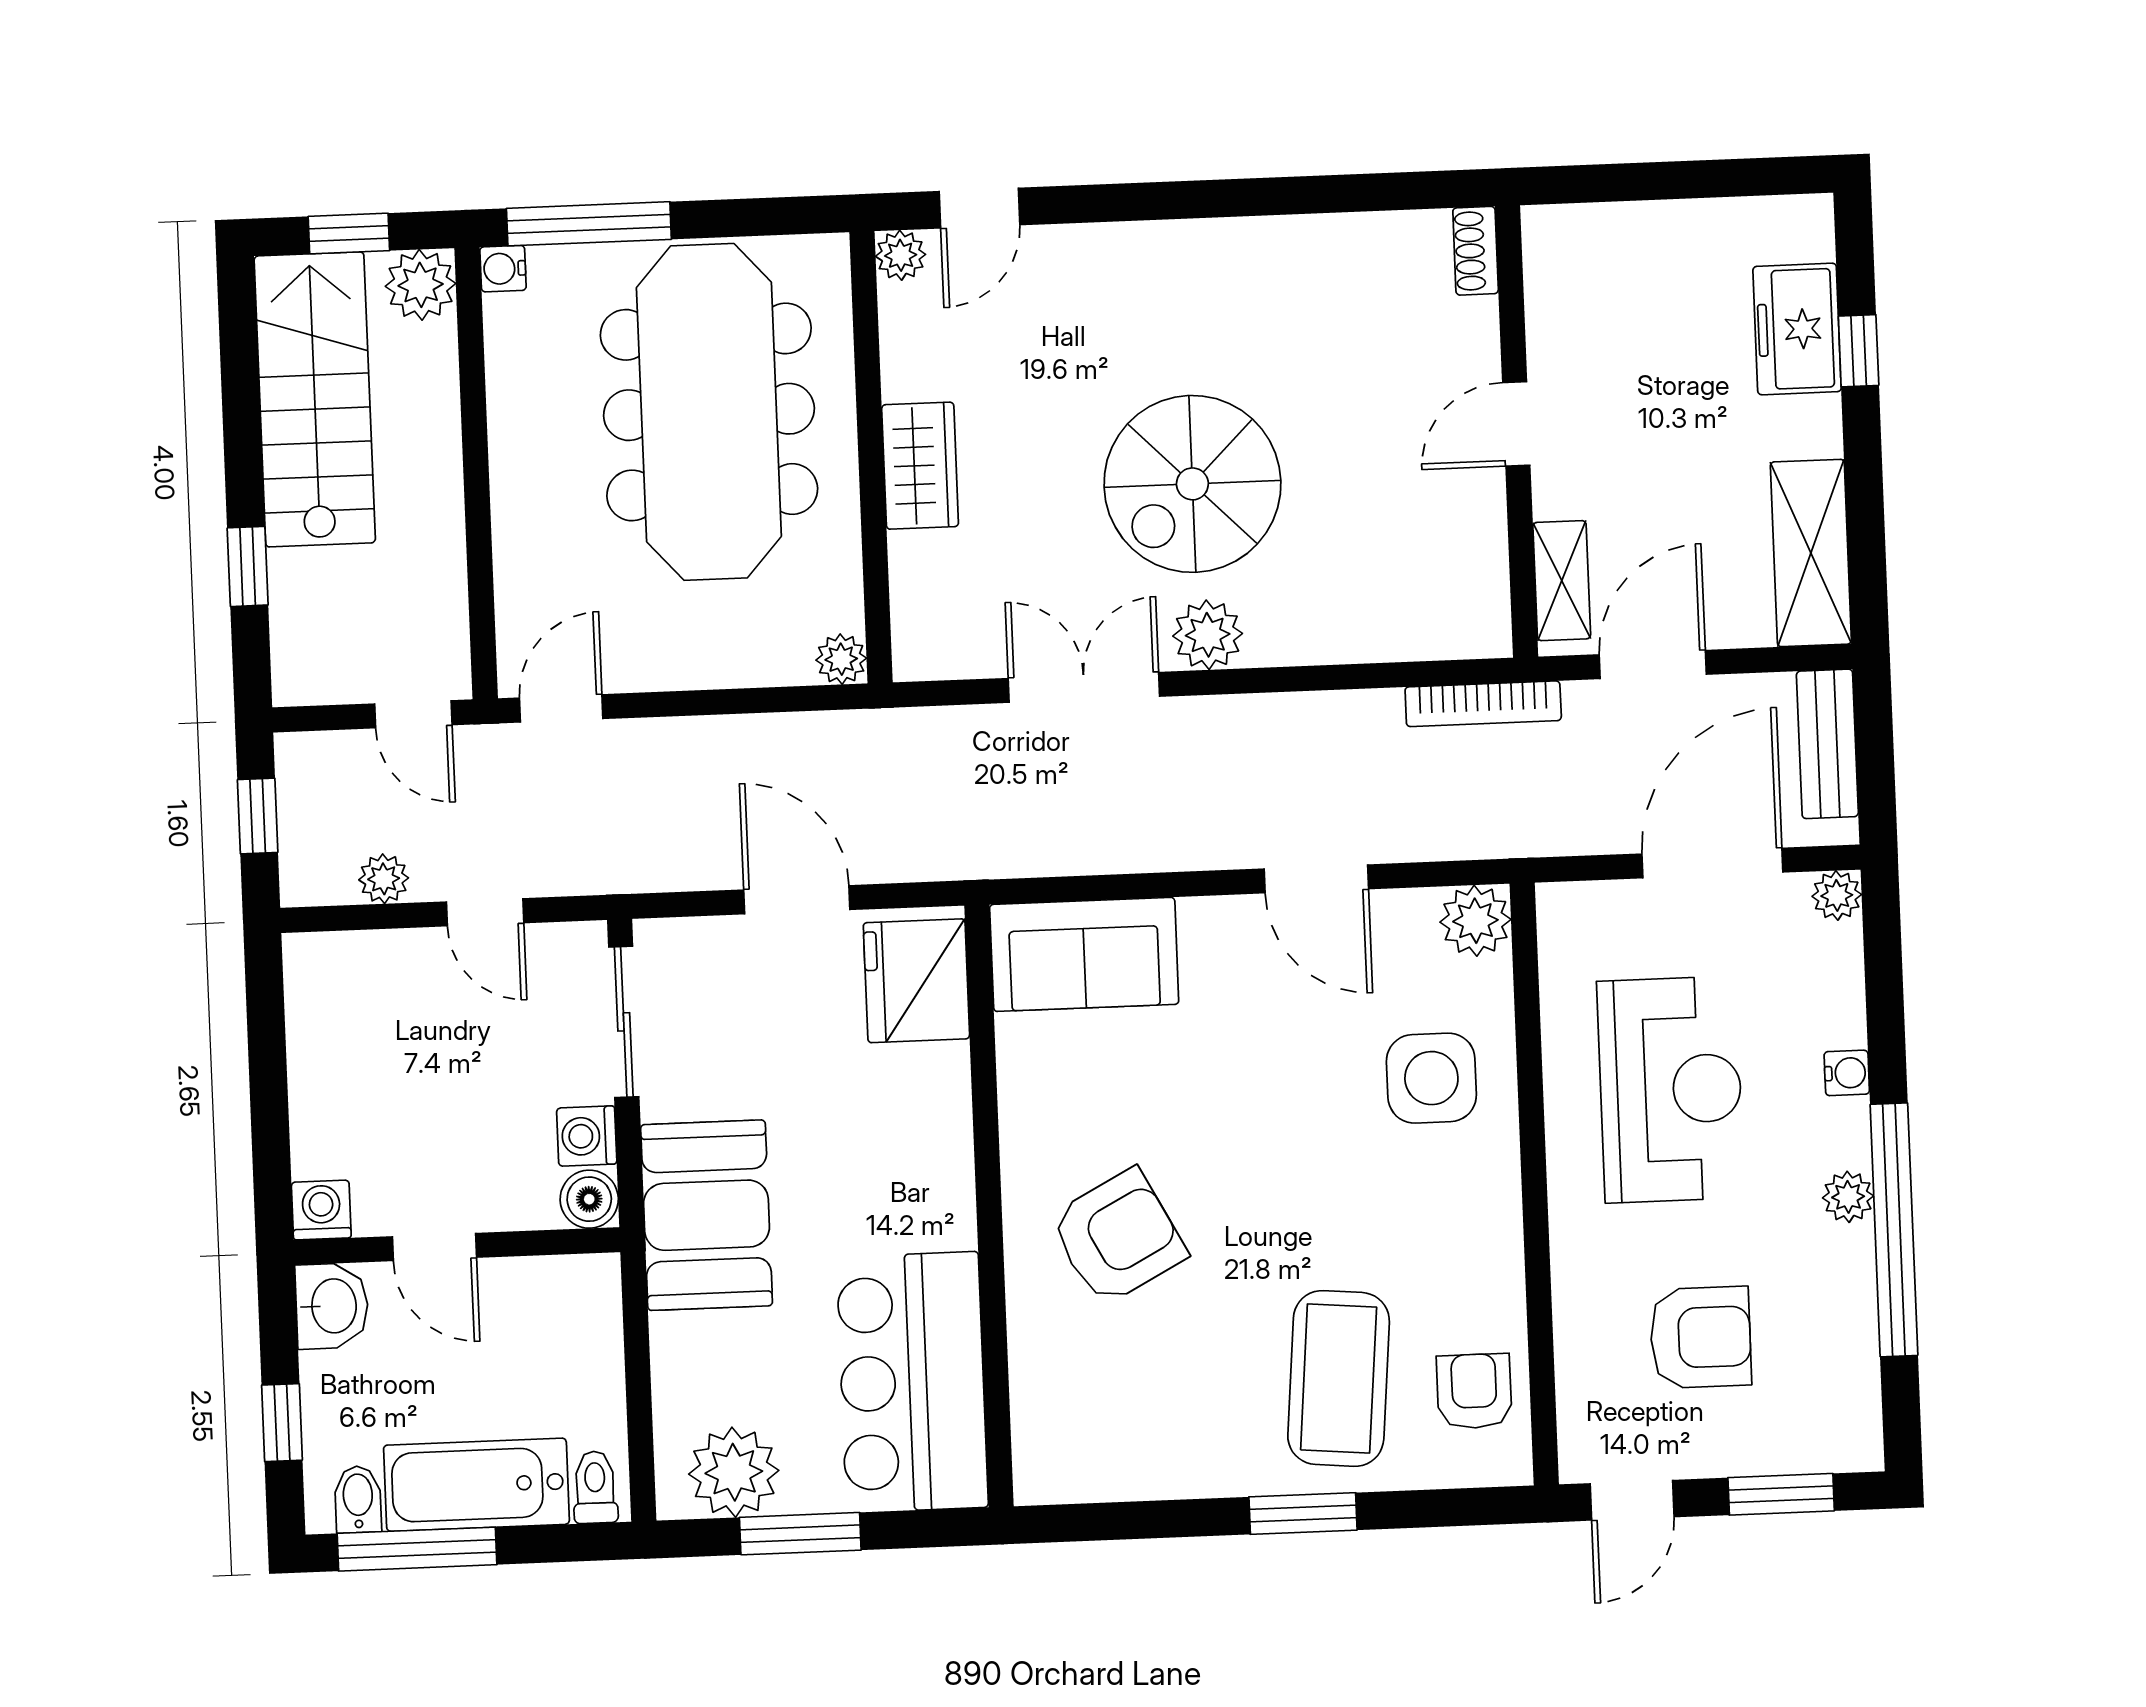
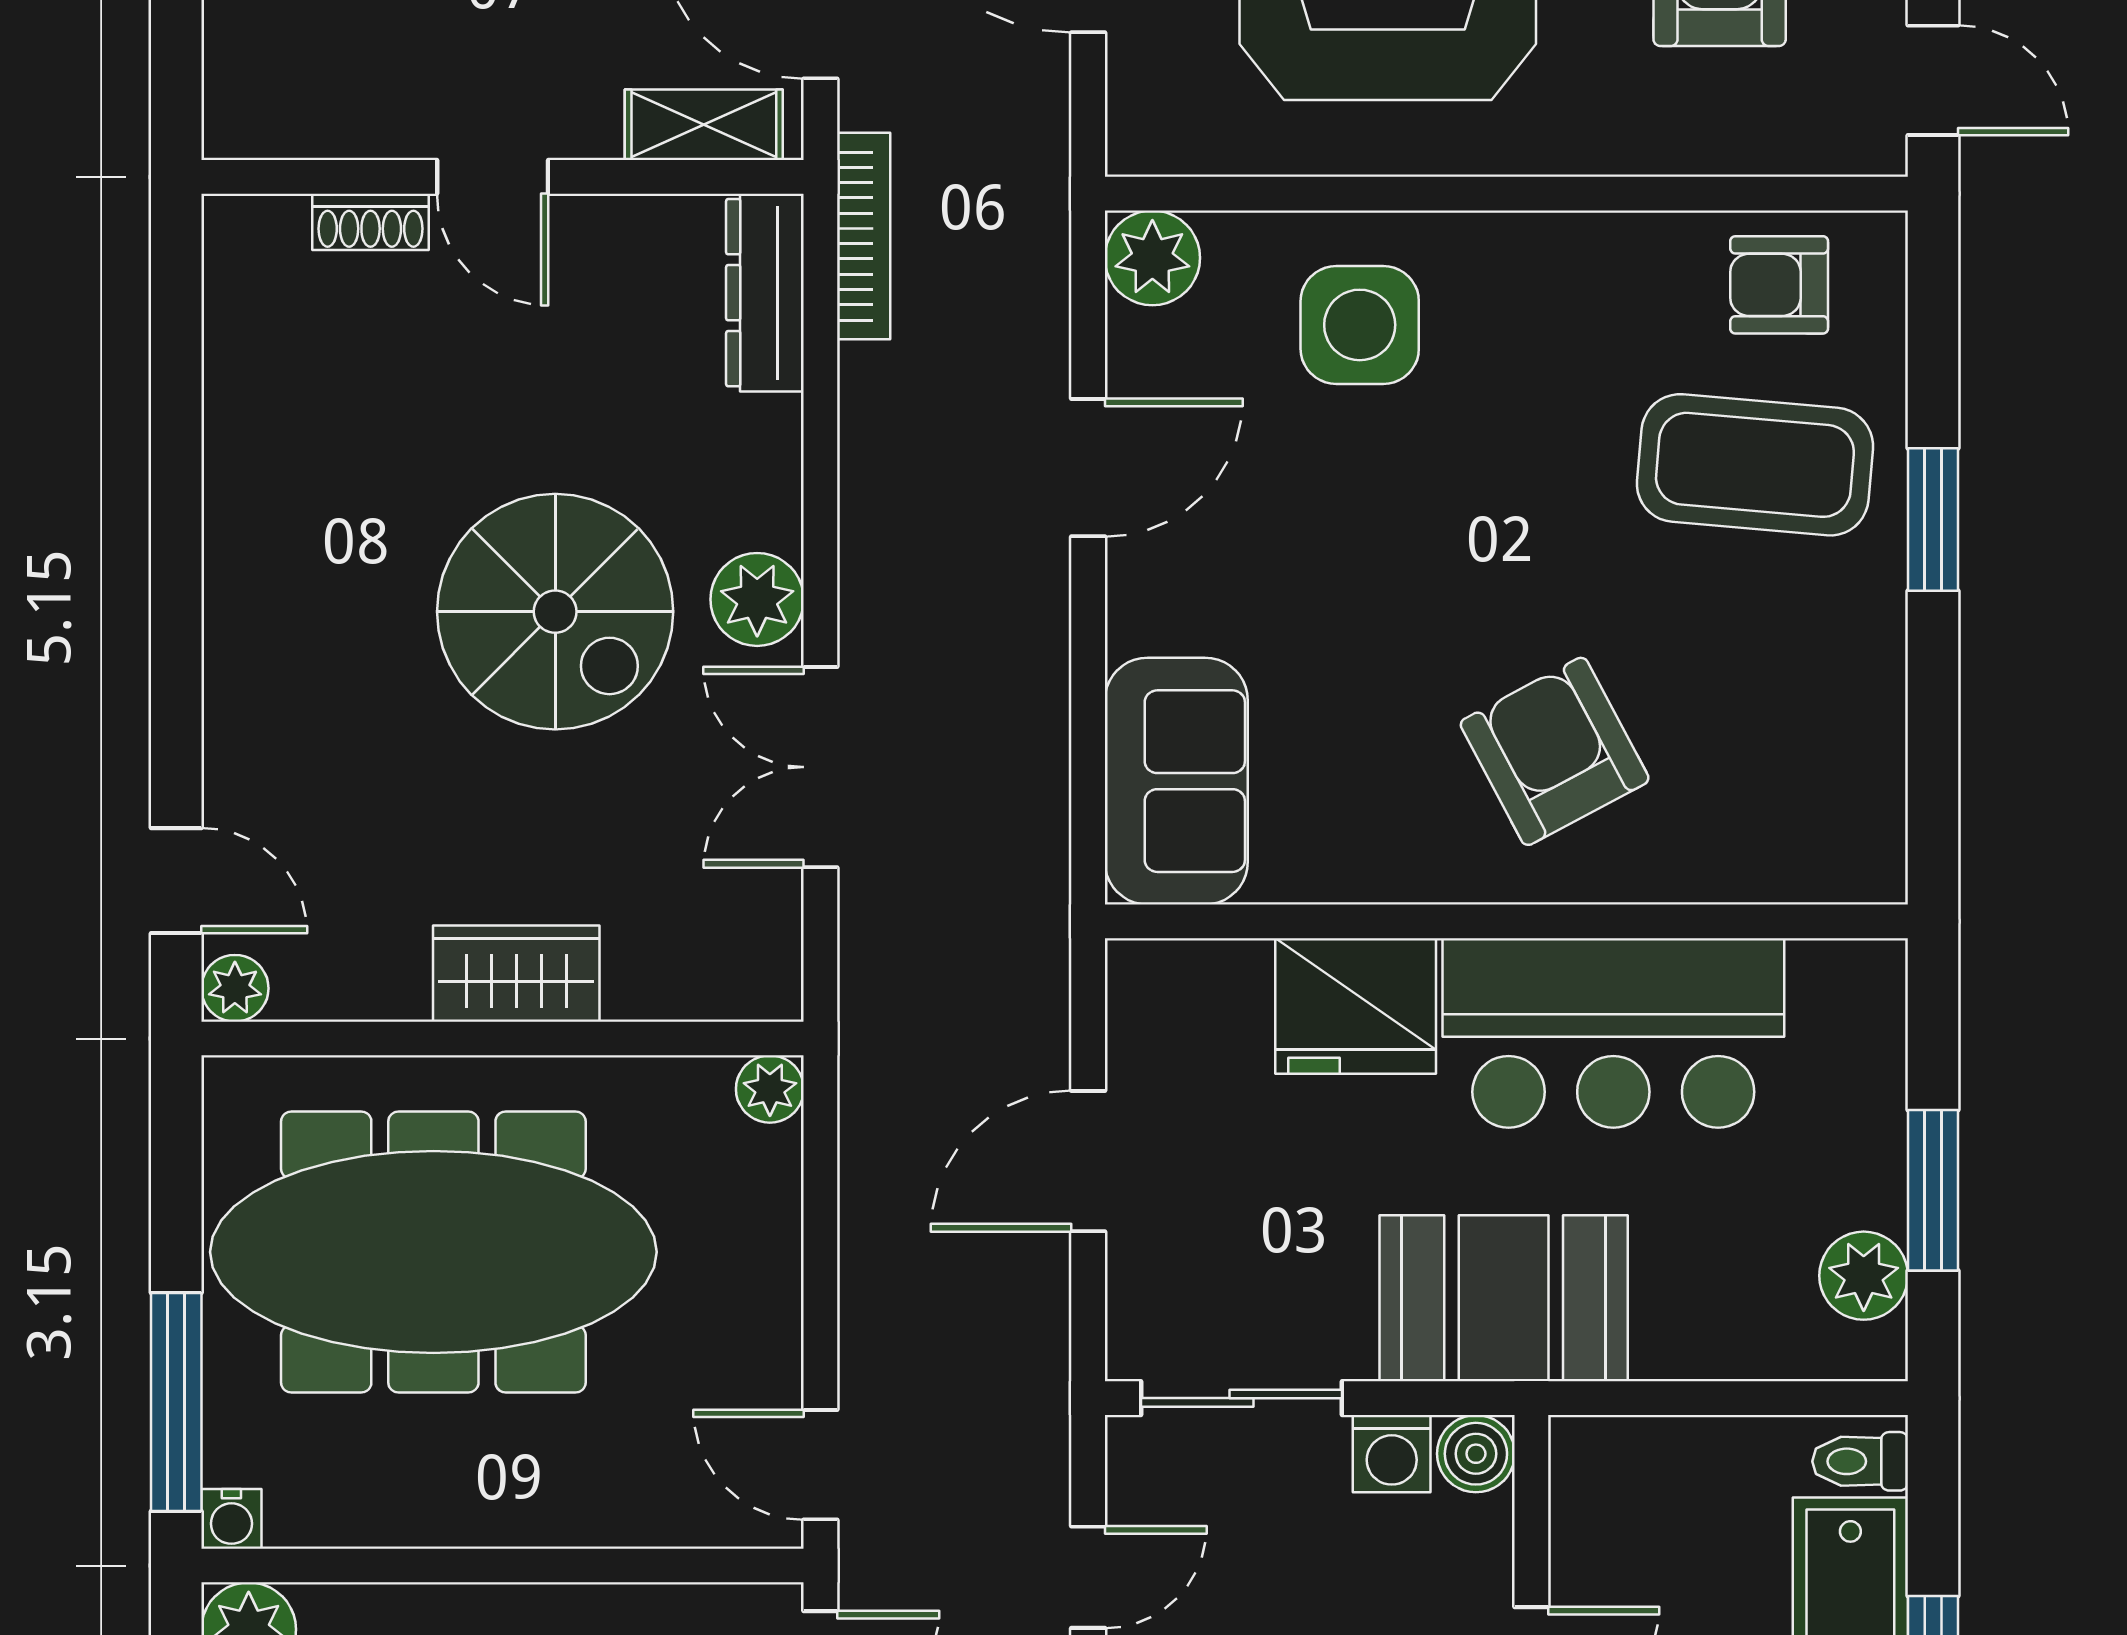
shoe rack: (1476, 251) -> (371, 222), moved
dresser: (1438, 631) -> (765, 293), added
fridge: (916, 981) -> (1356, 1006), moved
bar counter: (912, 1382) -> (1613, 1033), moved
plant: (734, 1472) -> (1864, 1276), width x0.73, depth x0.73

